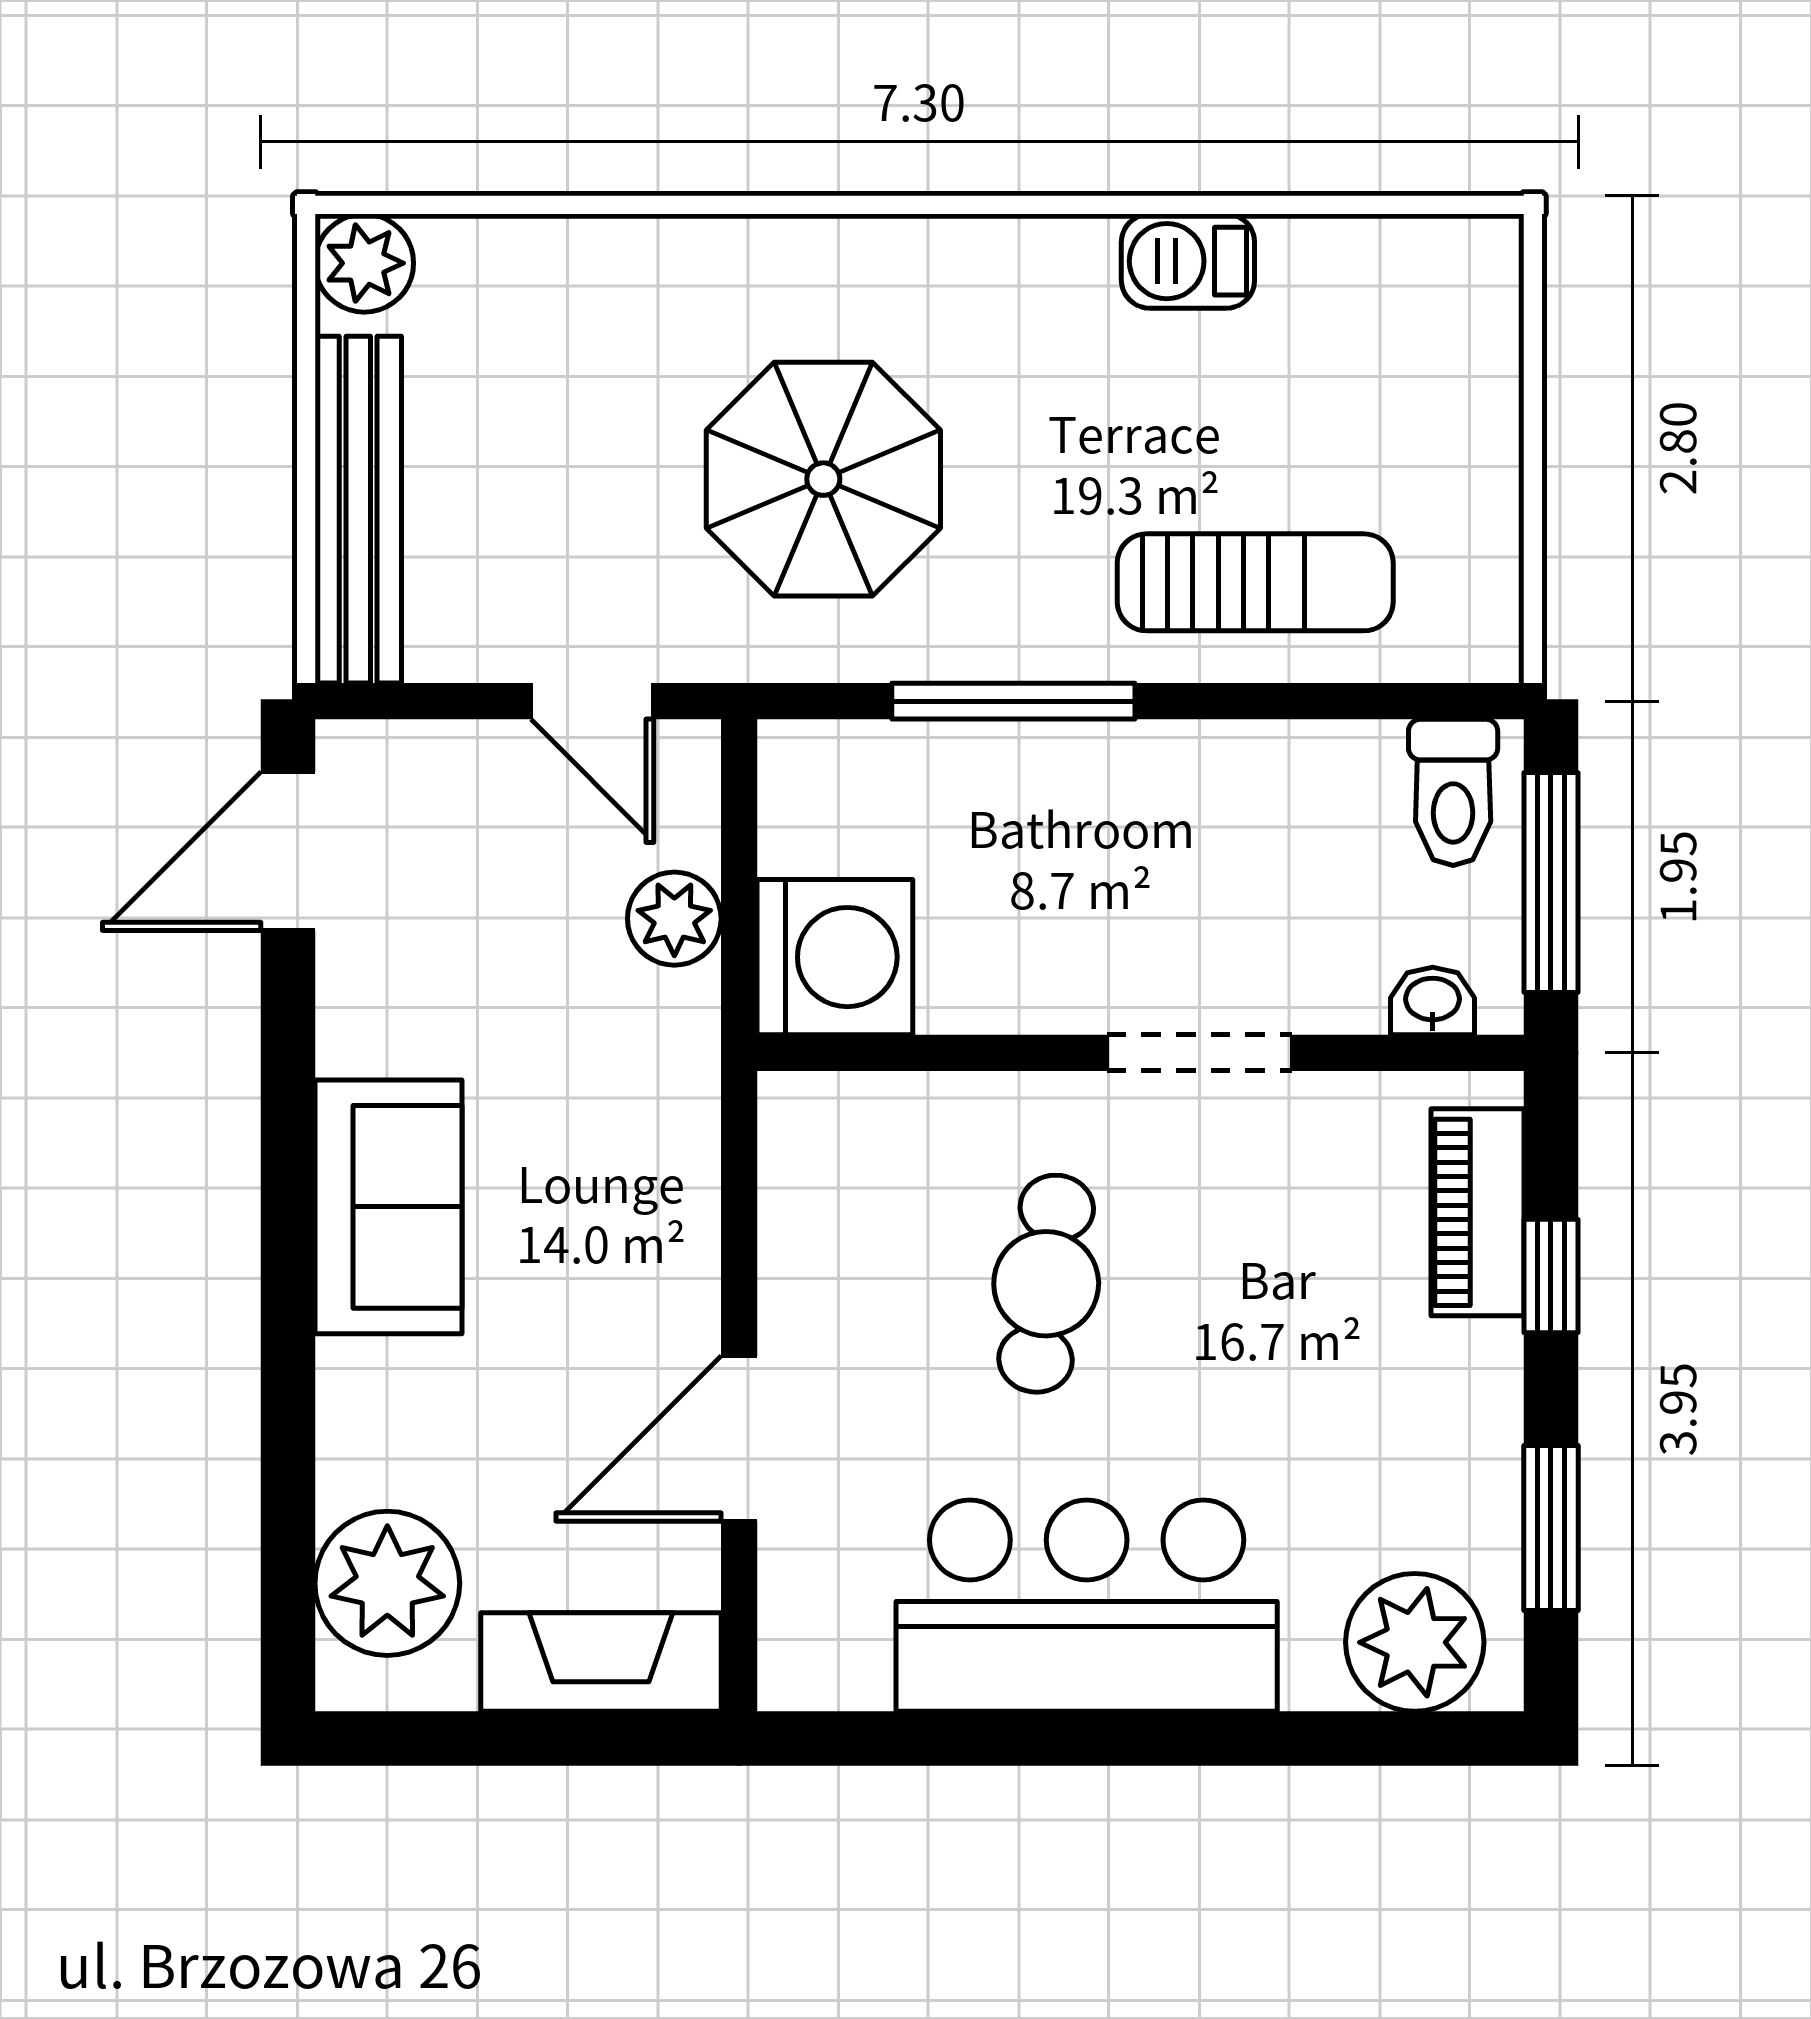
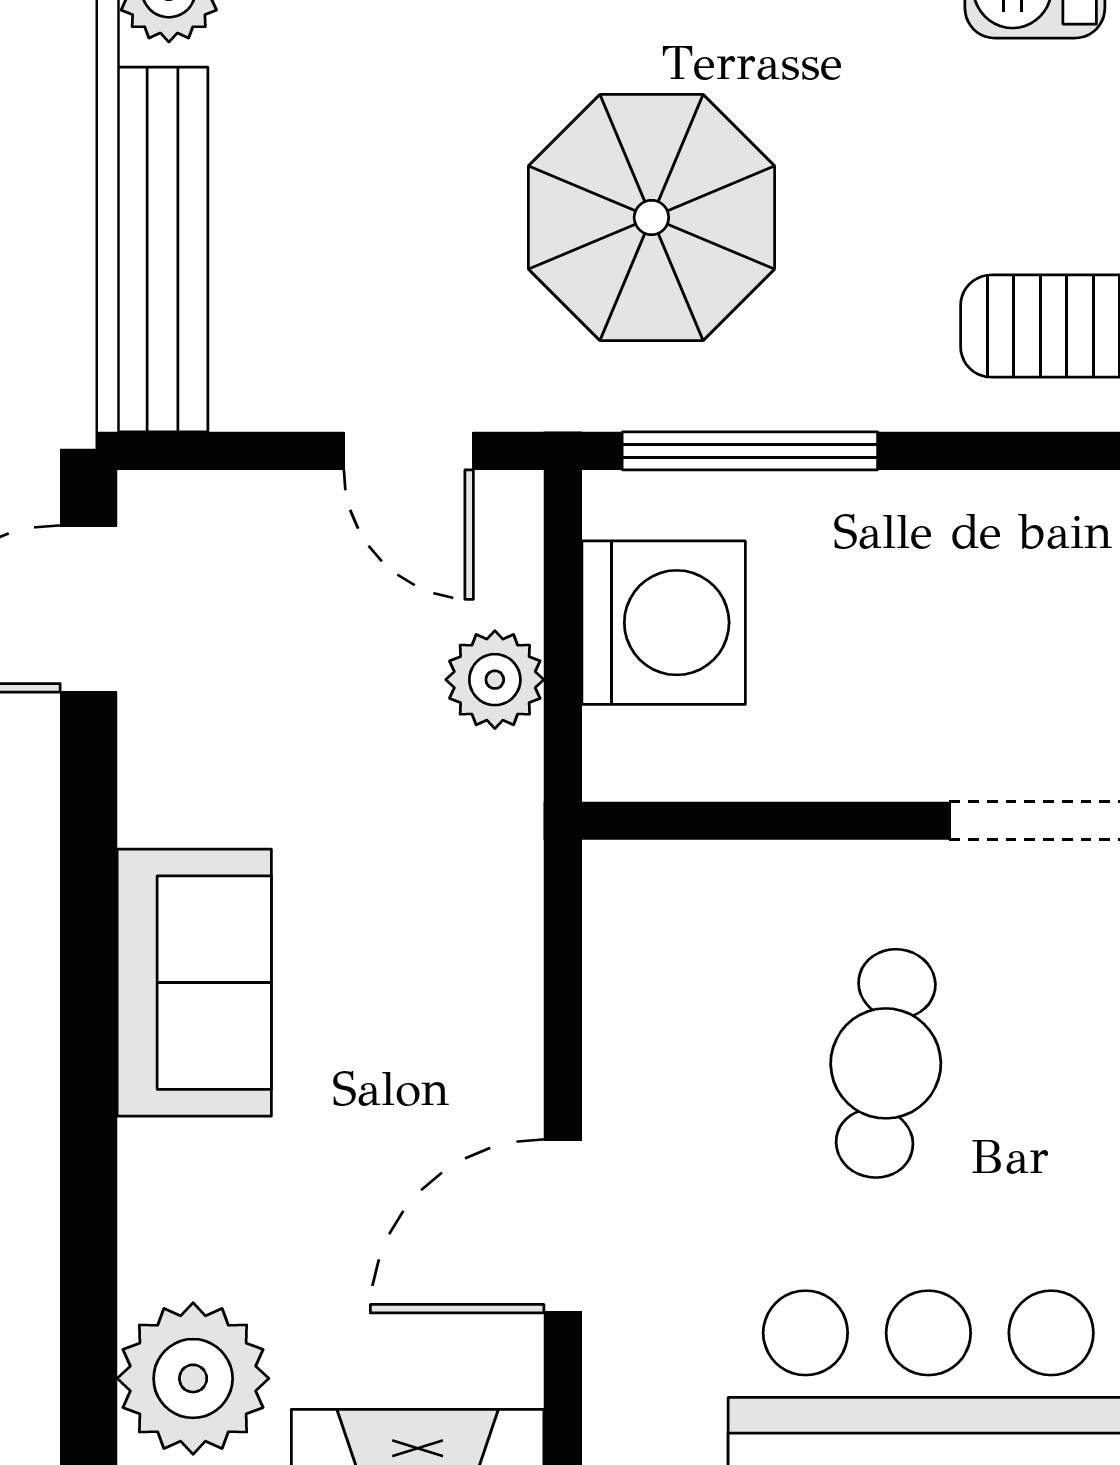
window: (1013, 701) -> (750, 451), moved
washing machine: (835, 957) -> (664, 623), moved

